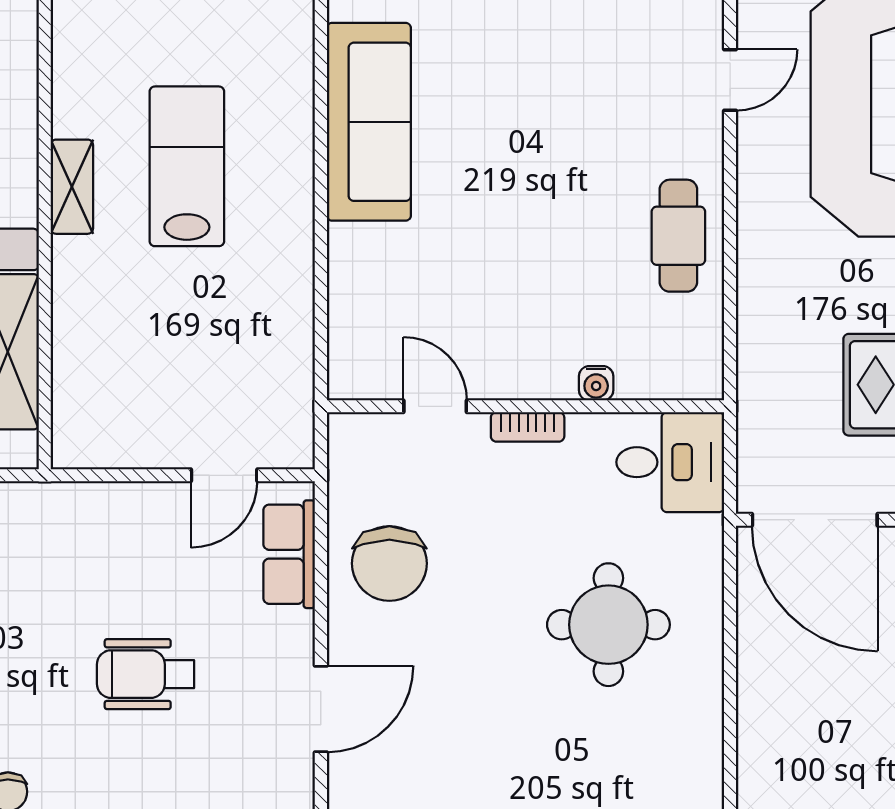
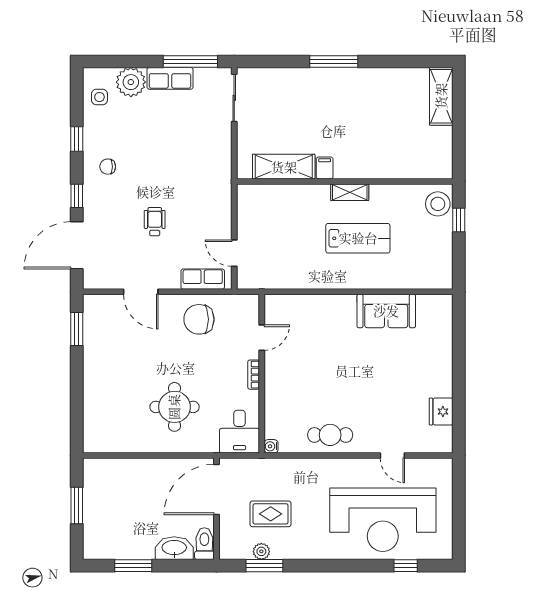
sofa: (369, 122) -> (386, 311), width x0.73
water cooler: (596, 383) -> (271, 446), moved
wheelchair: (145, 674) -> (155, 222), width x0.73, depth x0.73

